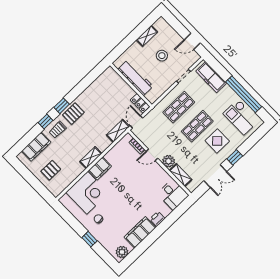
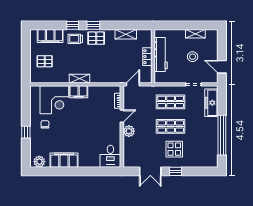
locker: (140, 103) -> (147, 57), moved
checkout: (241, 117) -> (206, 149), removed
shelving: (118, 131) -> (126, 34), moved
door: (152, 155) -> (122, 116), swing flipped
shelving: (181, 175) -> (128, 148), removed
printer: (157, 219) -> (84, 162), removed

